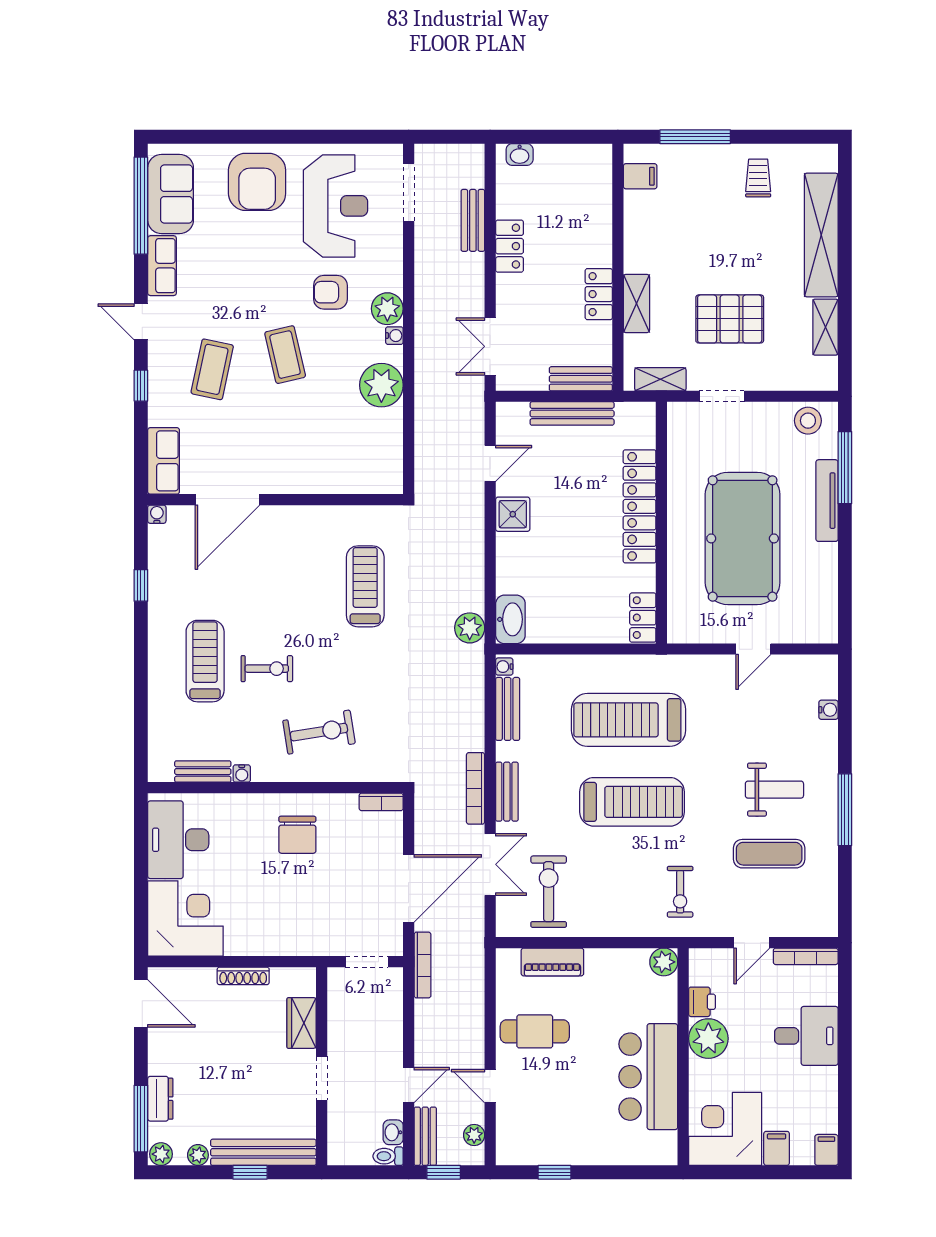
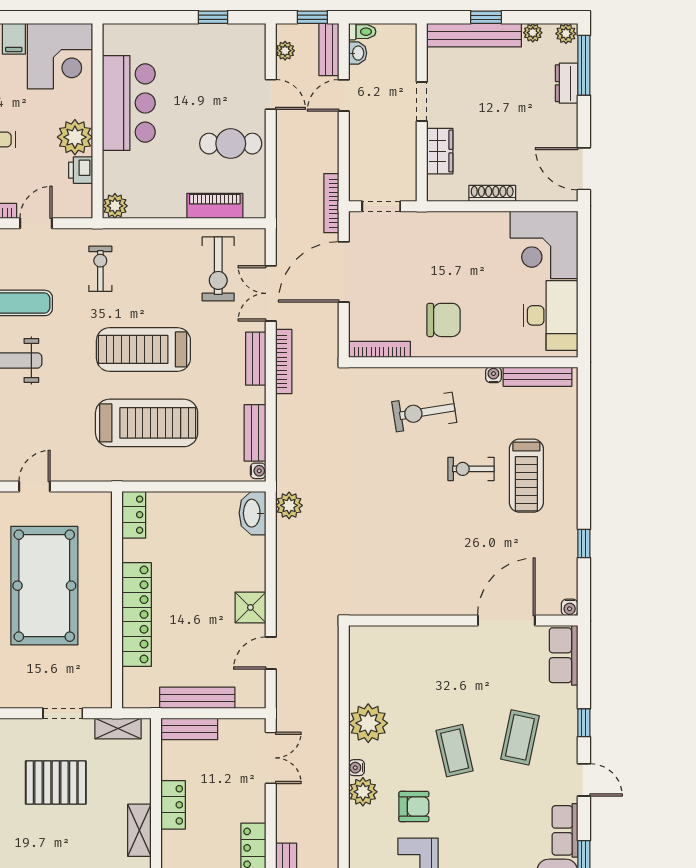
shelving: (636, 303) -> (139, 830), moved
treadmill: (365, 586) -> (383, 543), removed
bench: (203, 772) -> (538, 377), width x1.36
bookcase: (381, 802) -> (380, 349), width x1.56
chair: (297, 835) -> (444, 320), turned 90

